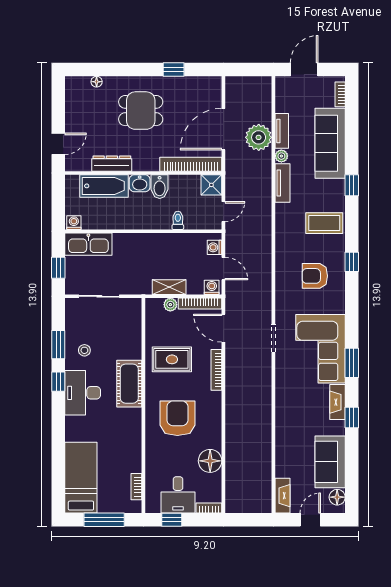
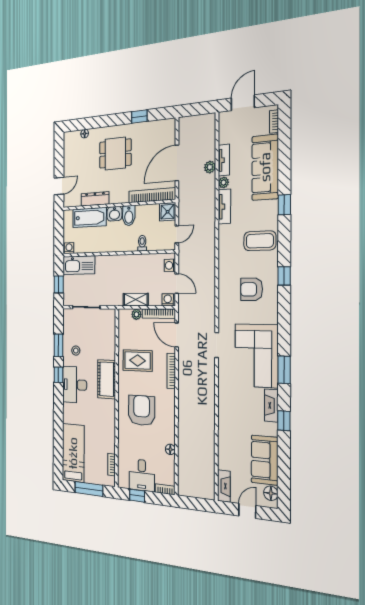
plant: (259, 137) -> (210, 167), width x0.53, depth x0.53
floor lamp: (210, 461) -> (170, 449), width x0.53, depth x0.53

